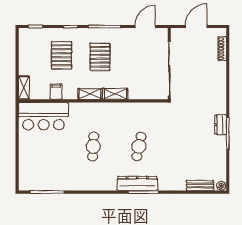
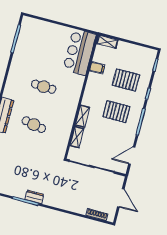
door: (145, 27) -> (132, 156), swing flipped
shelving: (90, 94) -> (77, 137), moved

